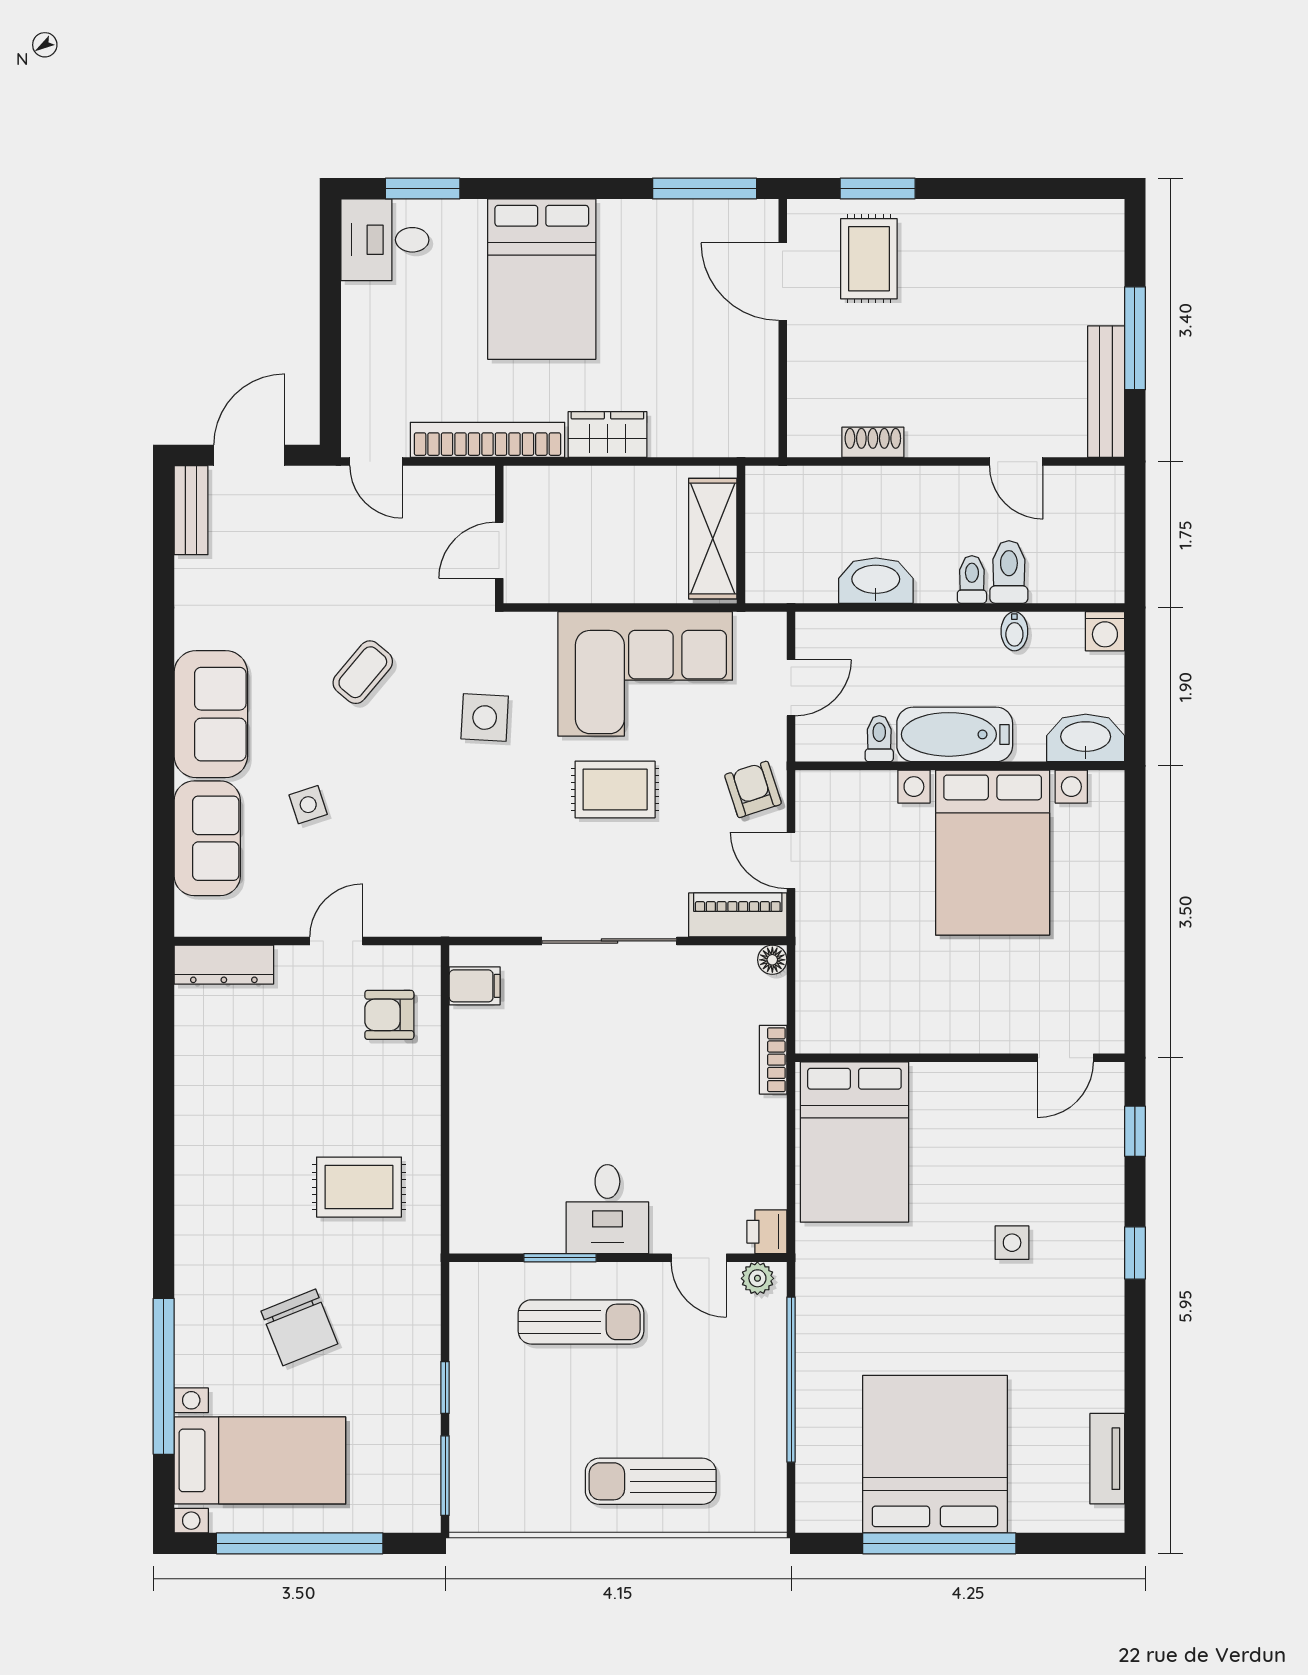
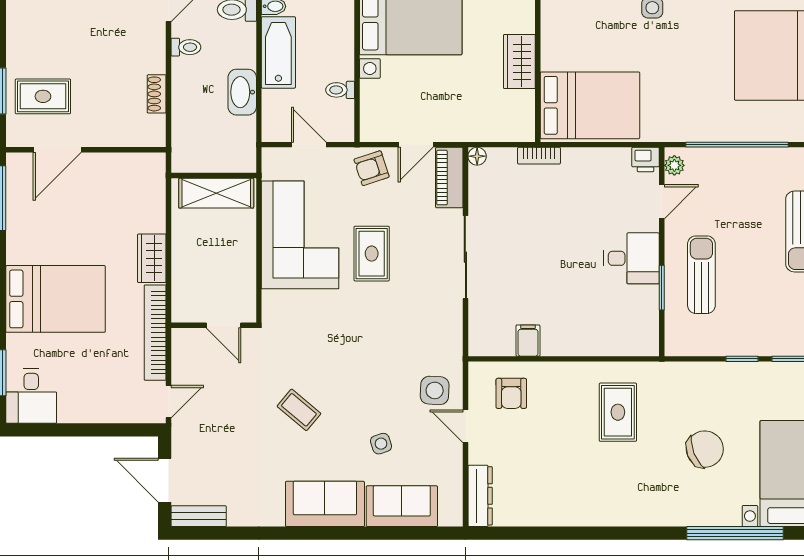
toilet: (972, 579) -> (186, 47), moved, turned 180
side table: (485, 718) -> (435, 390), moved
bathtub: (955, 734) -> (278, 52), moved, turned 180
filing cabinet: (475, 986) -> (528, 341), moved
wardrobe: (925, 1028) -> (519, 62), added

